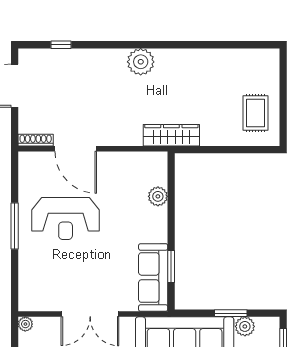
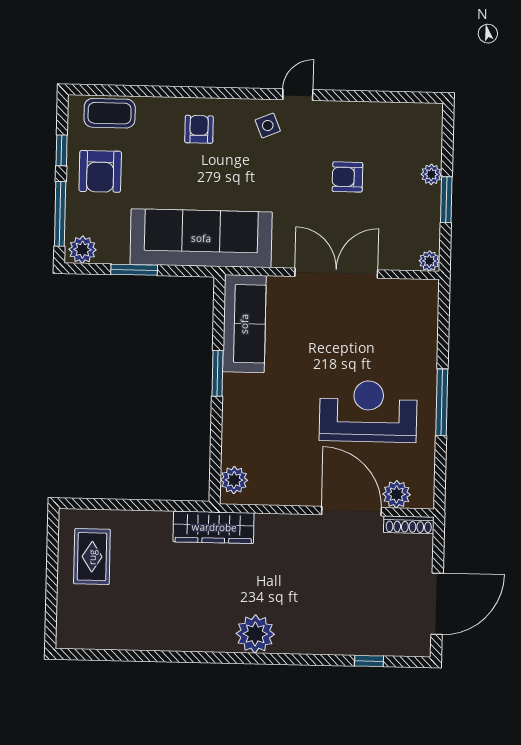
plant: (45, 161) -> (397, 494), added
plant: (158, 196) -> (234, 480), moved
window: (171, 266) -> (217, 373), moved
plant: (245, 326) -> (82, 250), moved

